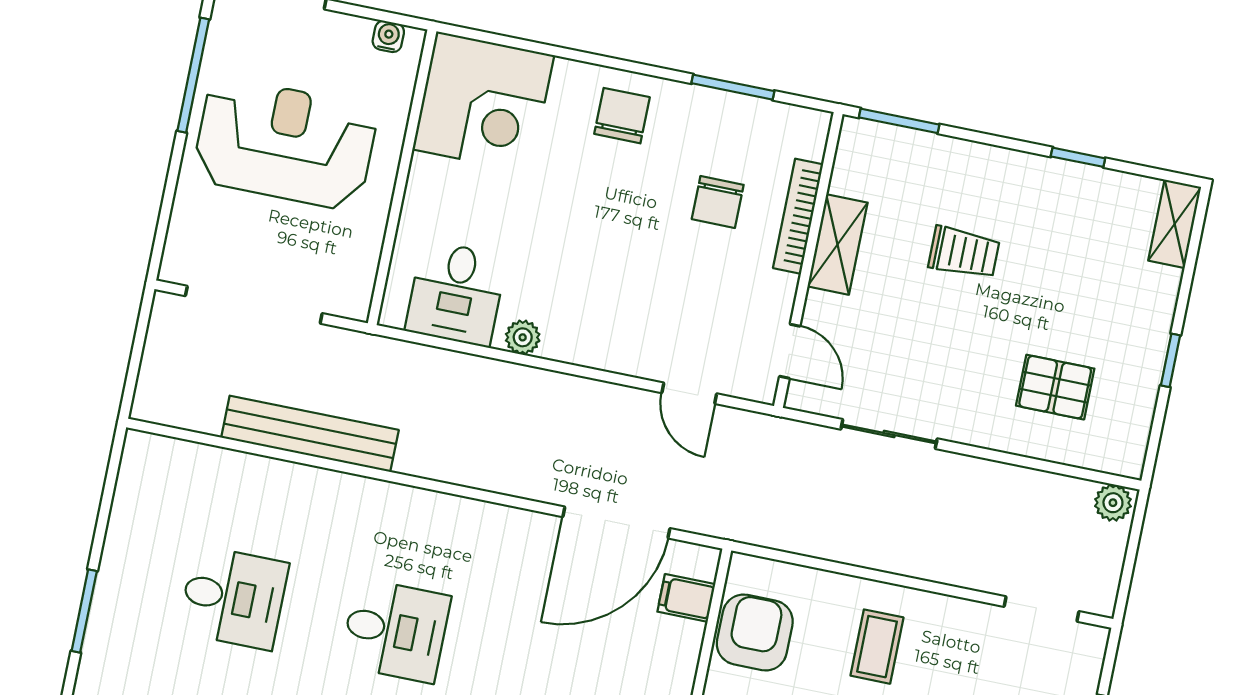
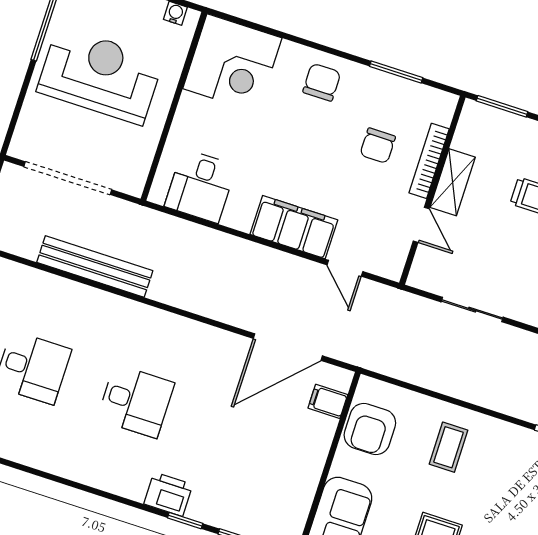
plant: (523, 337) -> (241, 219), removed
filing cabinet: (605, 340) -> (294, 227), added
door: (790, 351) -> (421, 225), moved
armchair: (755, 633) -> (370, 429), turned 180

